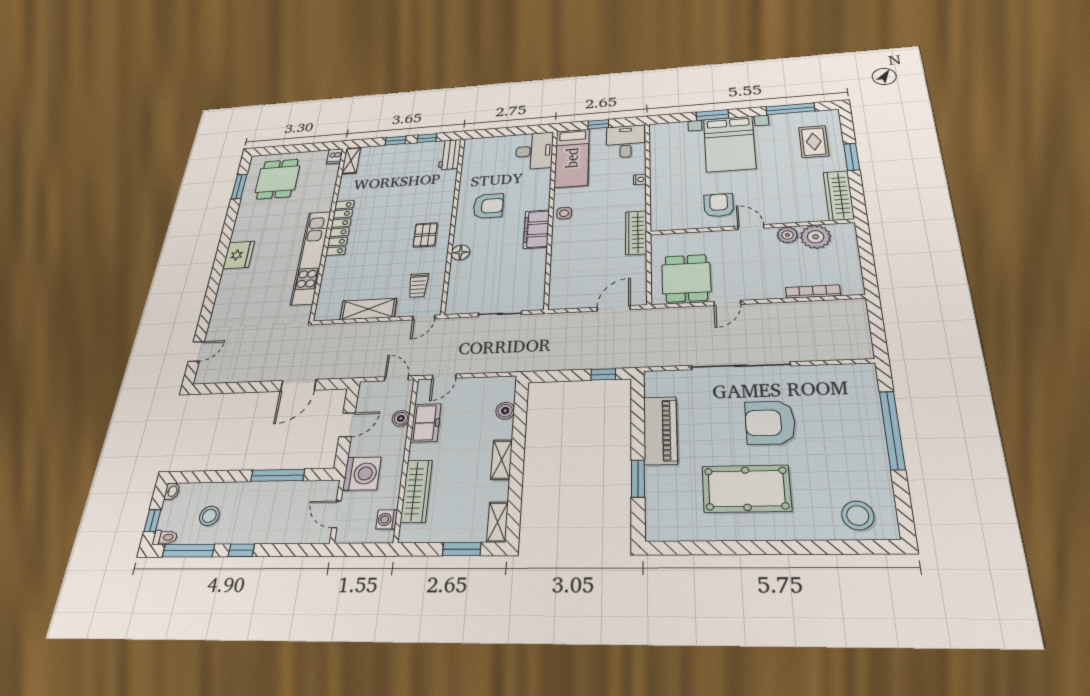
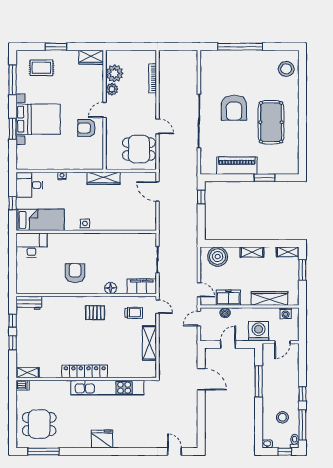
window: (239, 187) -> (43, 451), width x1.44
wardrobe: (839, 195) -> (91, 57), width x0.67
filing cabinet: (536, 229) -> (142, 286), moved, turned 180
boiler: (505, 411) -> (218, 257), width x1.86, depth x1.86
door: (347, 425) -> (228, 345), hinge flipped

